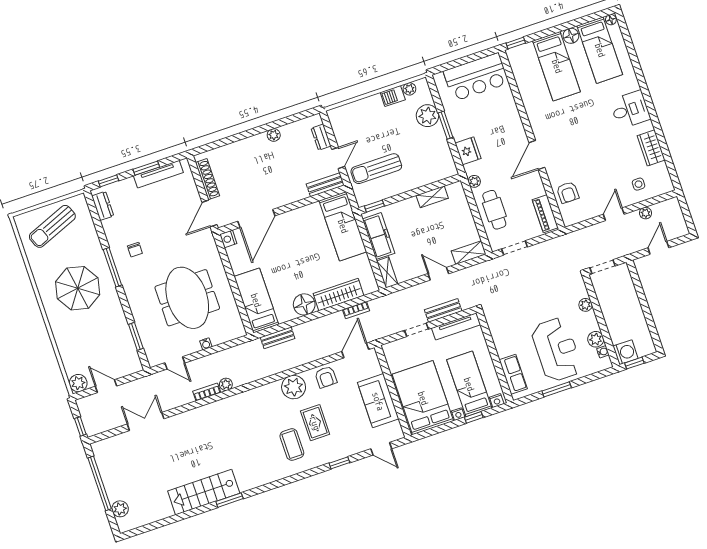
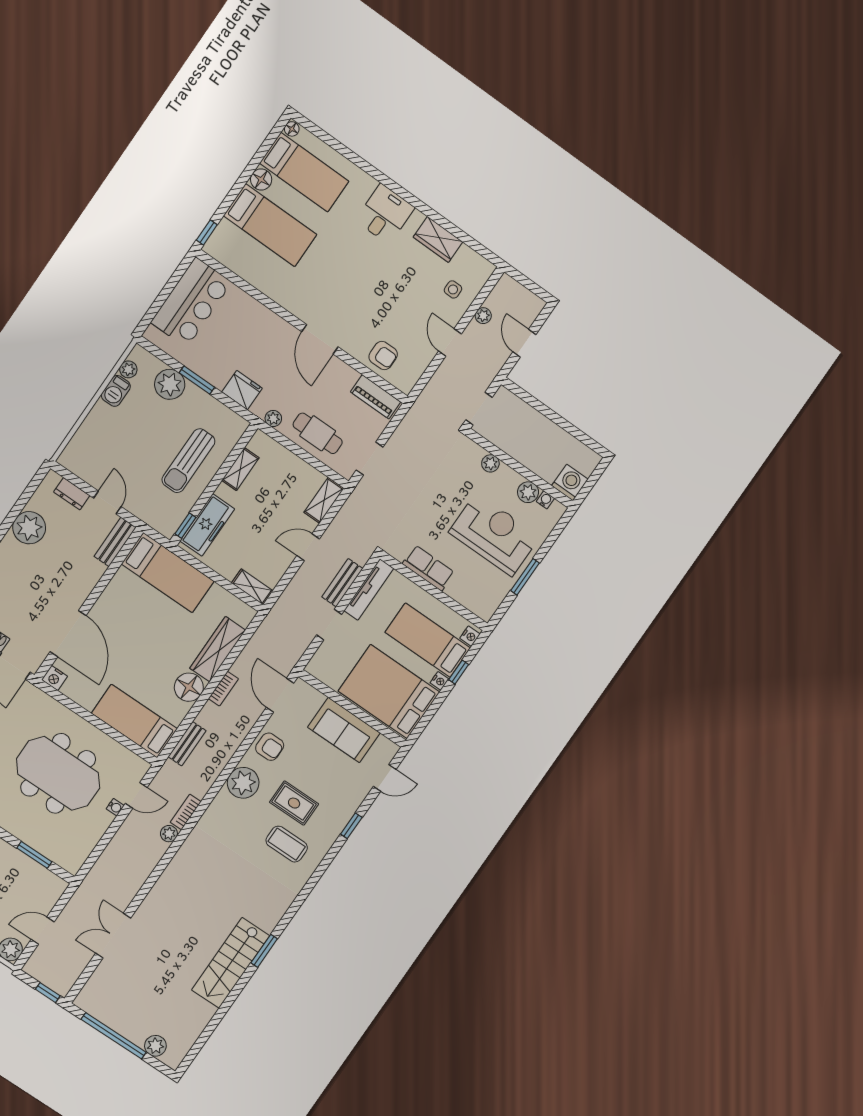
plant: (274, 135) -> (29, 528), width x1.87, depth x1.87
sun lounger: (376, 169) -> (188, 461), moved
freezer: (379, 236) -> (207, 525), moved, turned 90
bookcase: (356, 310) -> (223, 689), moved
door: (175, 363) -> (136, 795), moved
window: (634, 363) -> (588, 487), removed
row of seats: (513, 374) -> (428, 568), moved
bookcase: (207, 392) -> (186, 812), moved

